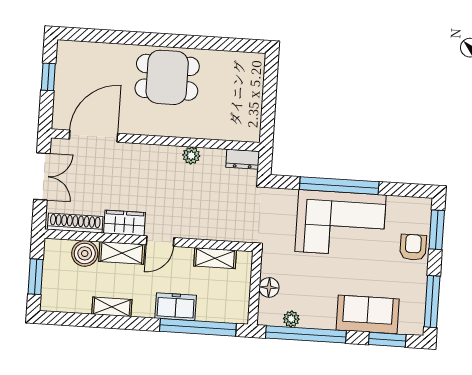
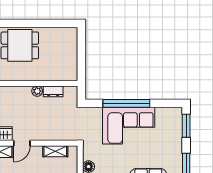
dresser: (243, 159) -> (53, 91), moved
armchair: (413, 247) -> (173, 137), removed

